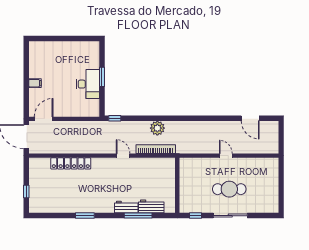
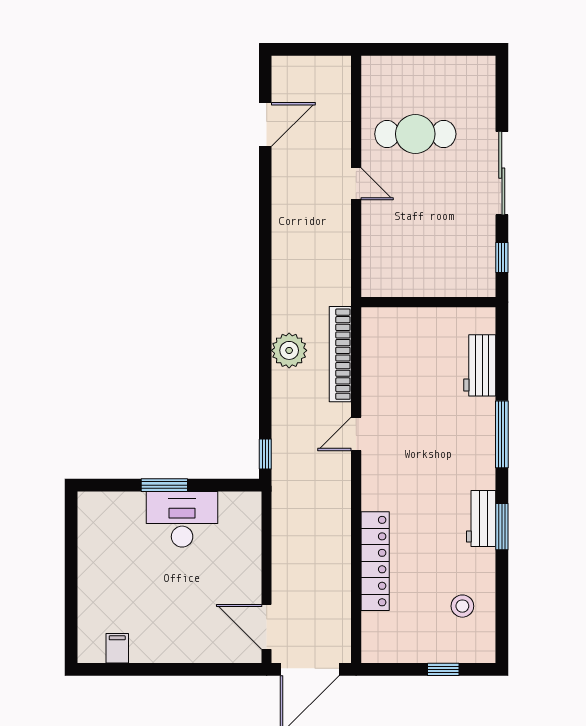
filing cabinet: (35, 83) -> (117, 648), moved
door: (226, 156) -> (356, 184), swing flipped
cafe table: (229, 189) -> (415, 134), moved, turned 90
stool: (52, 199) -> (462, 606), added
workbench: (126, 207) -> (481, 519), moved
window: (138, 216) -> (502, 434), moved

